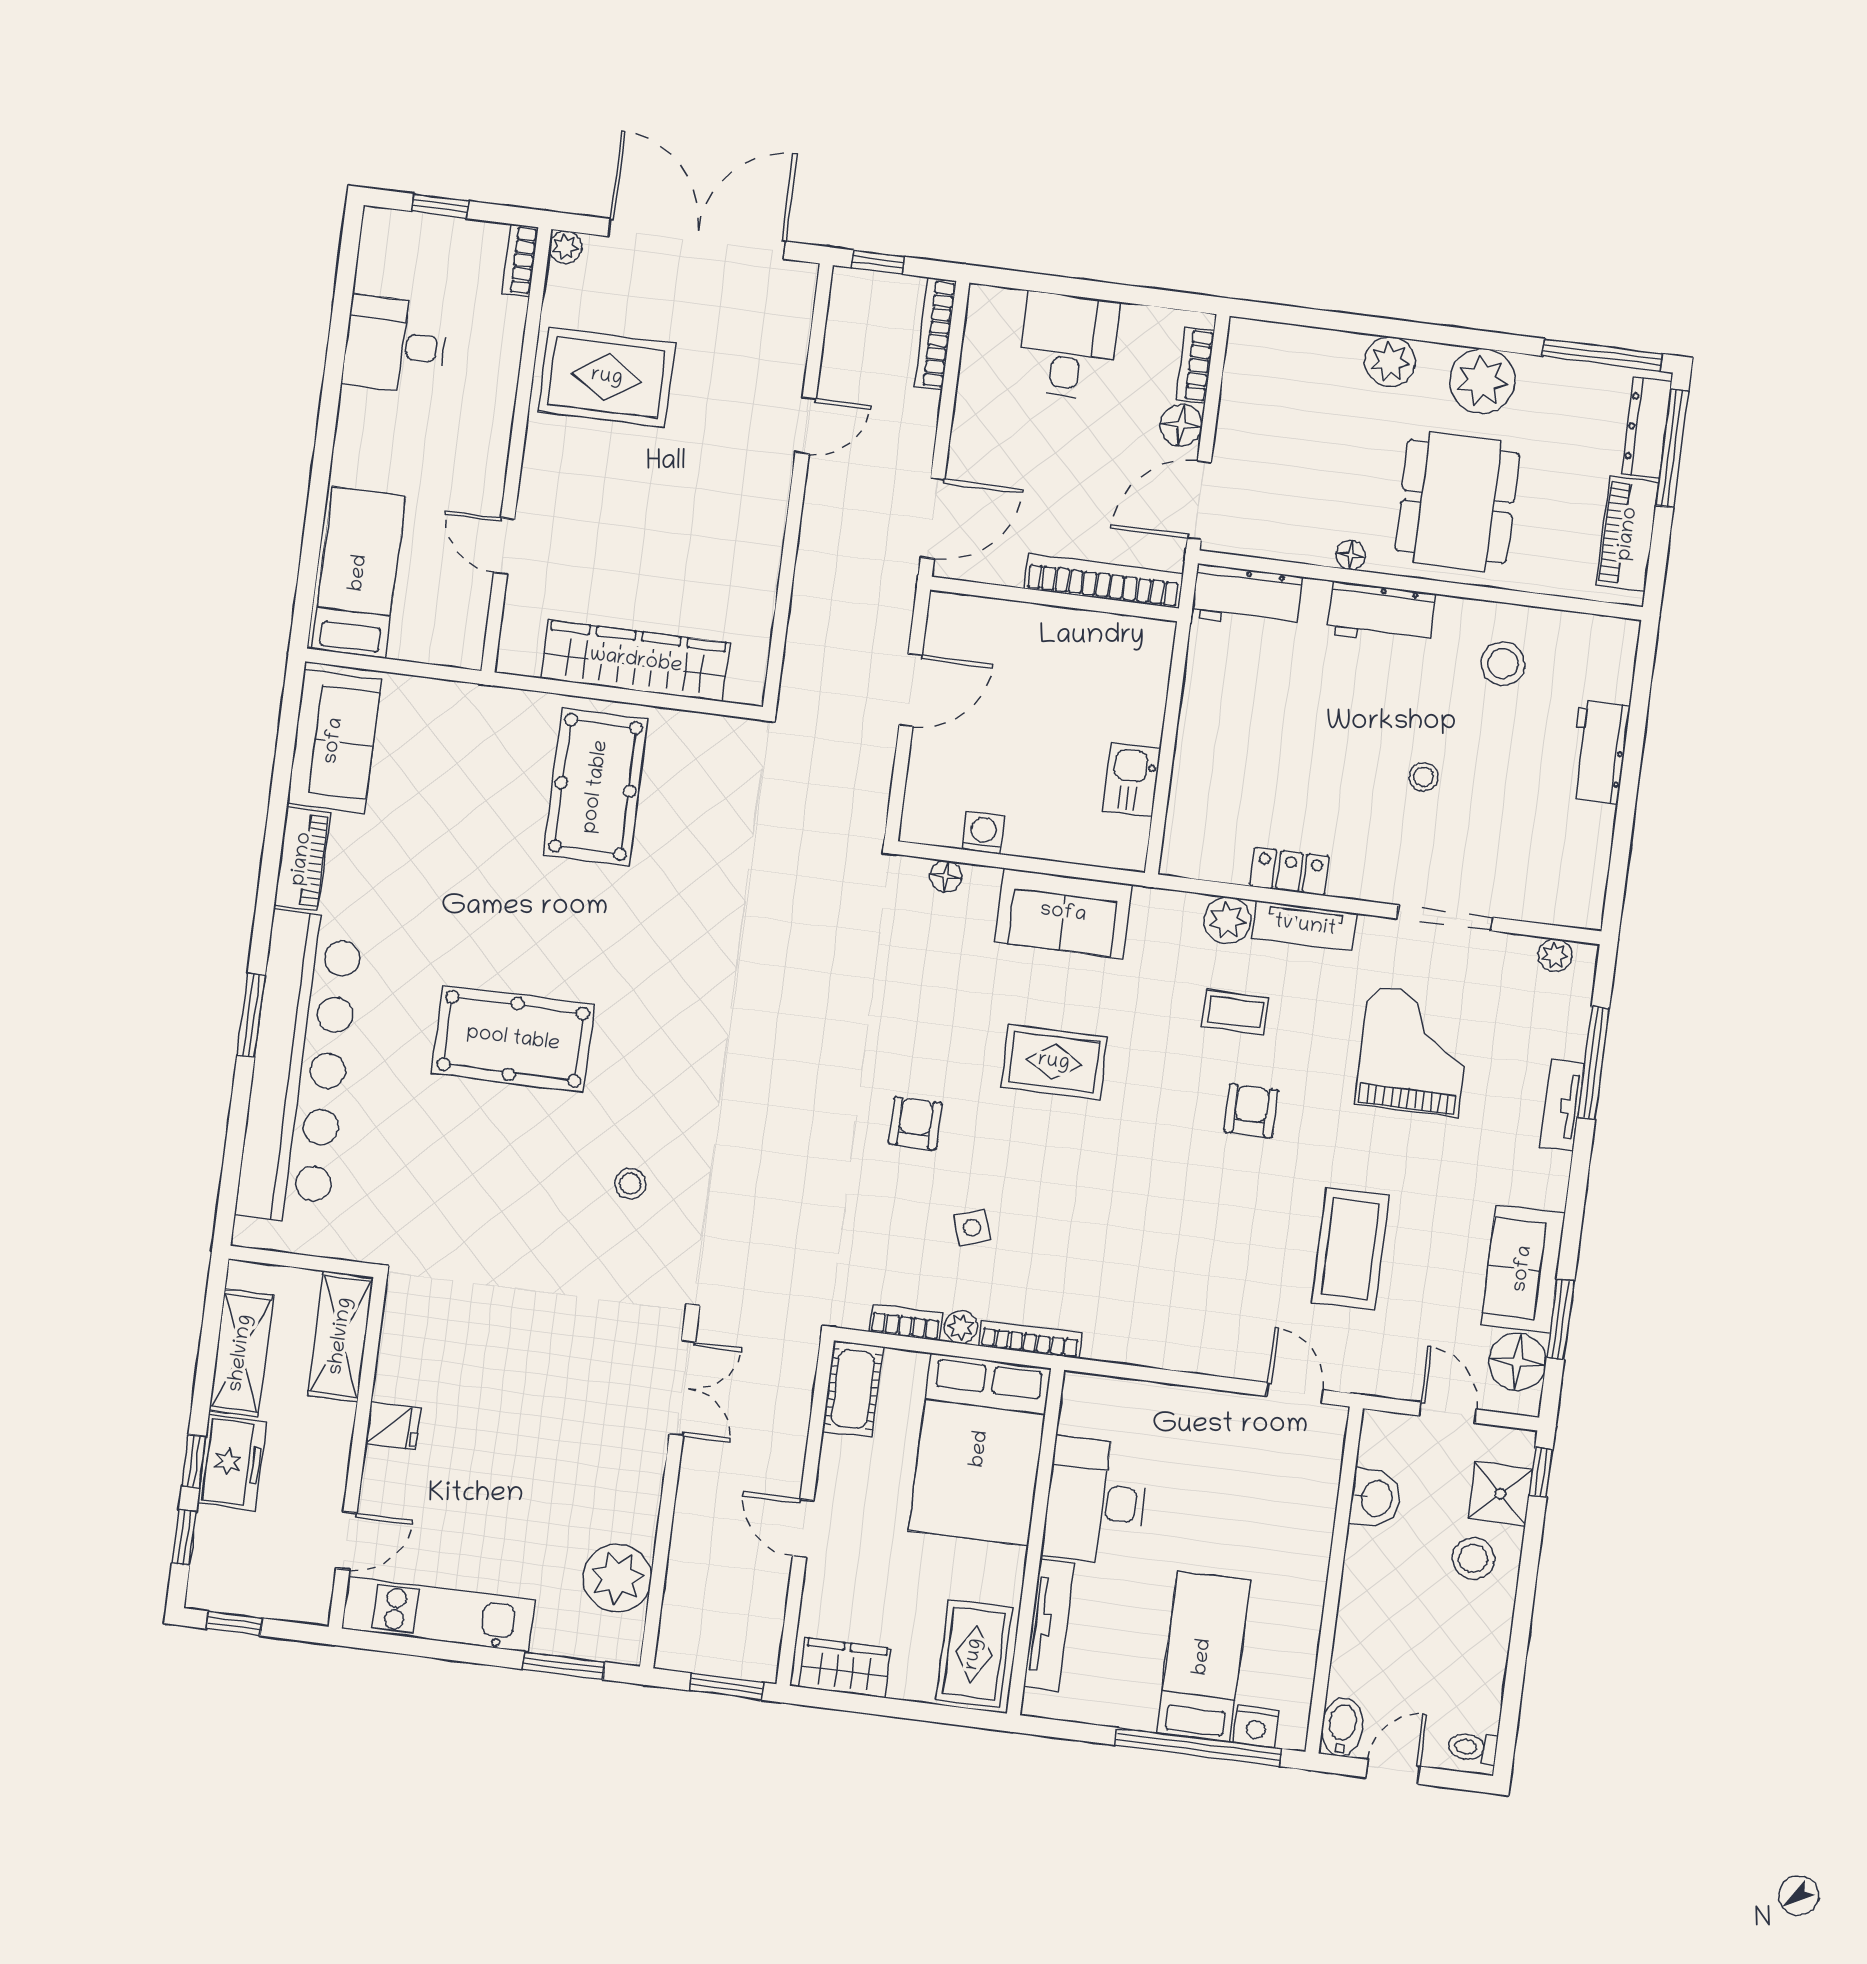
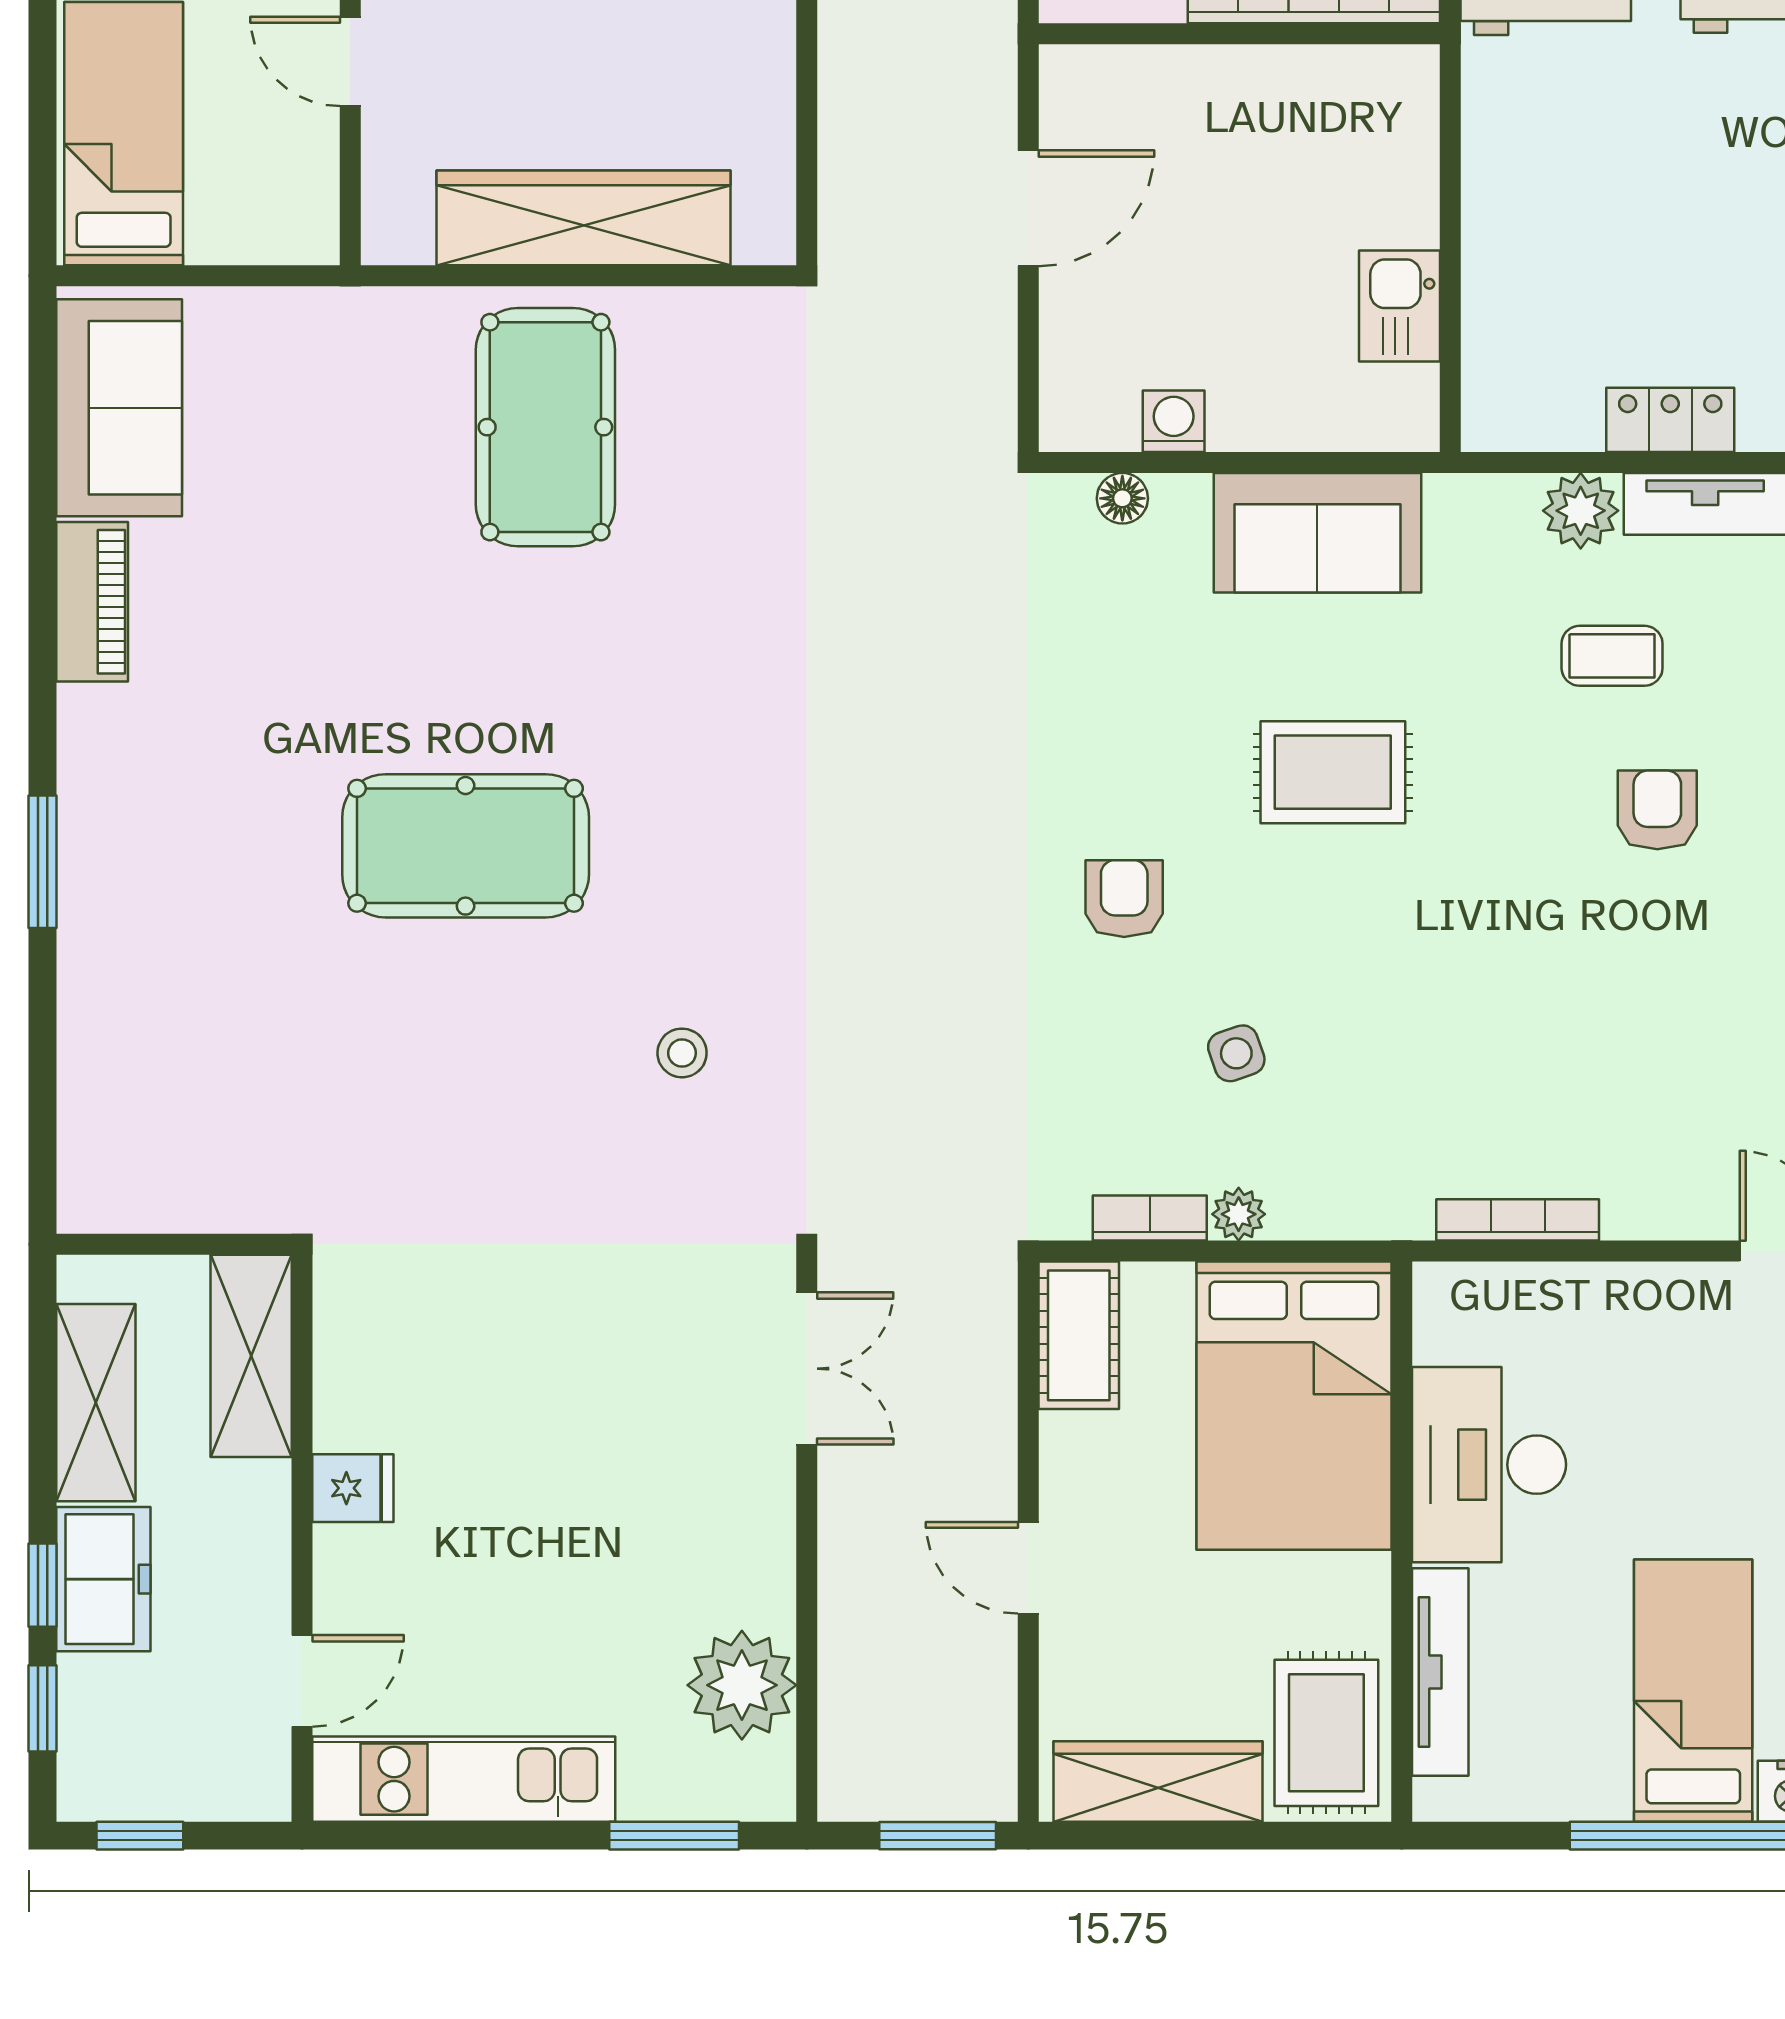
bar counter: (299, 1067) -> (130, 935), removed
bookcase: (1030, 1340) -> (1518, 1220), moved
wardrobe: (845, 1668) -> (1158, 1781), width x1.50

